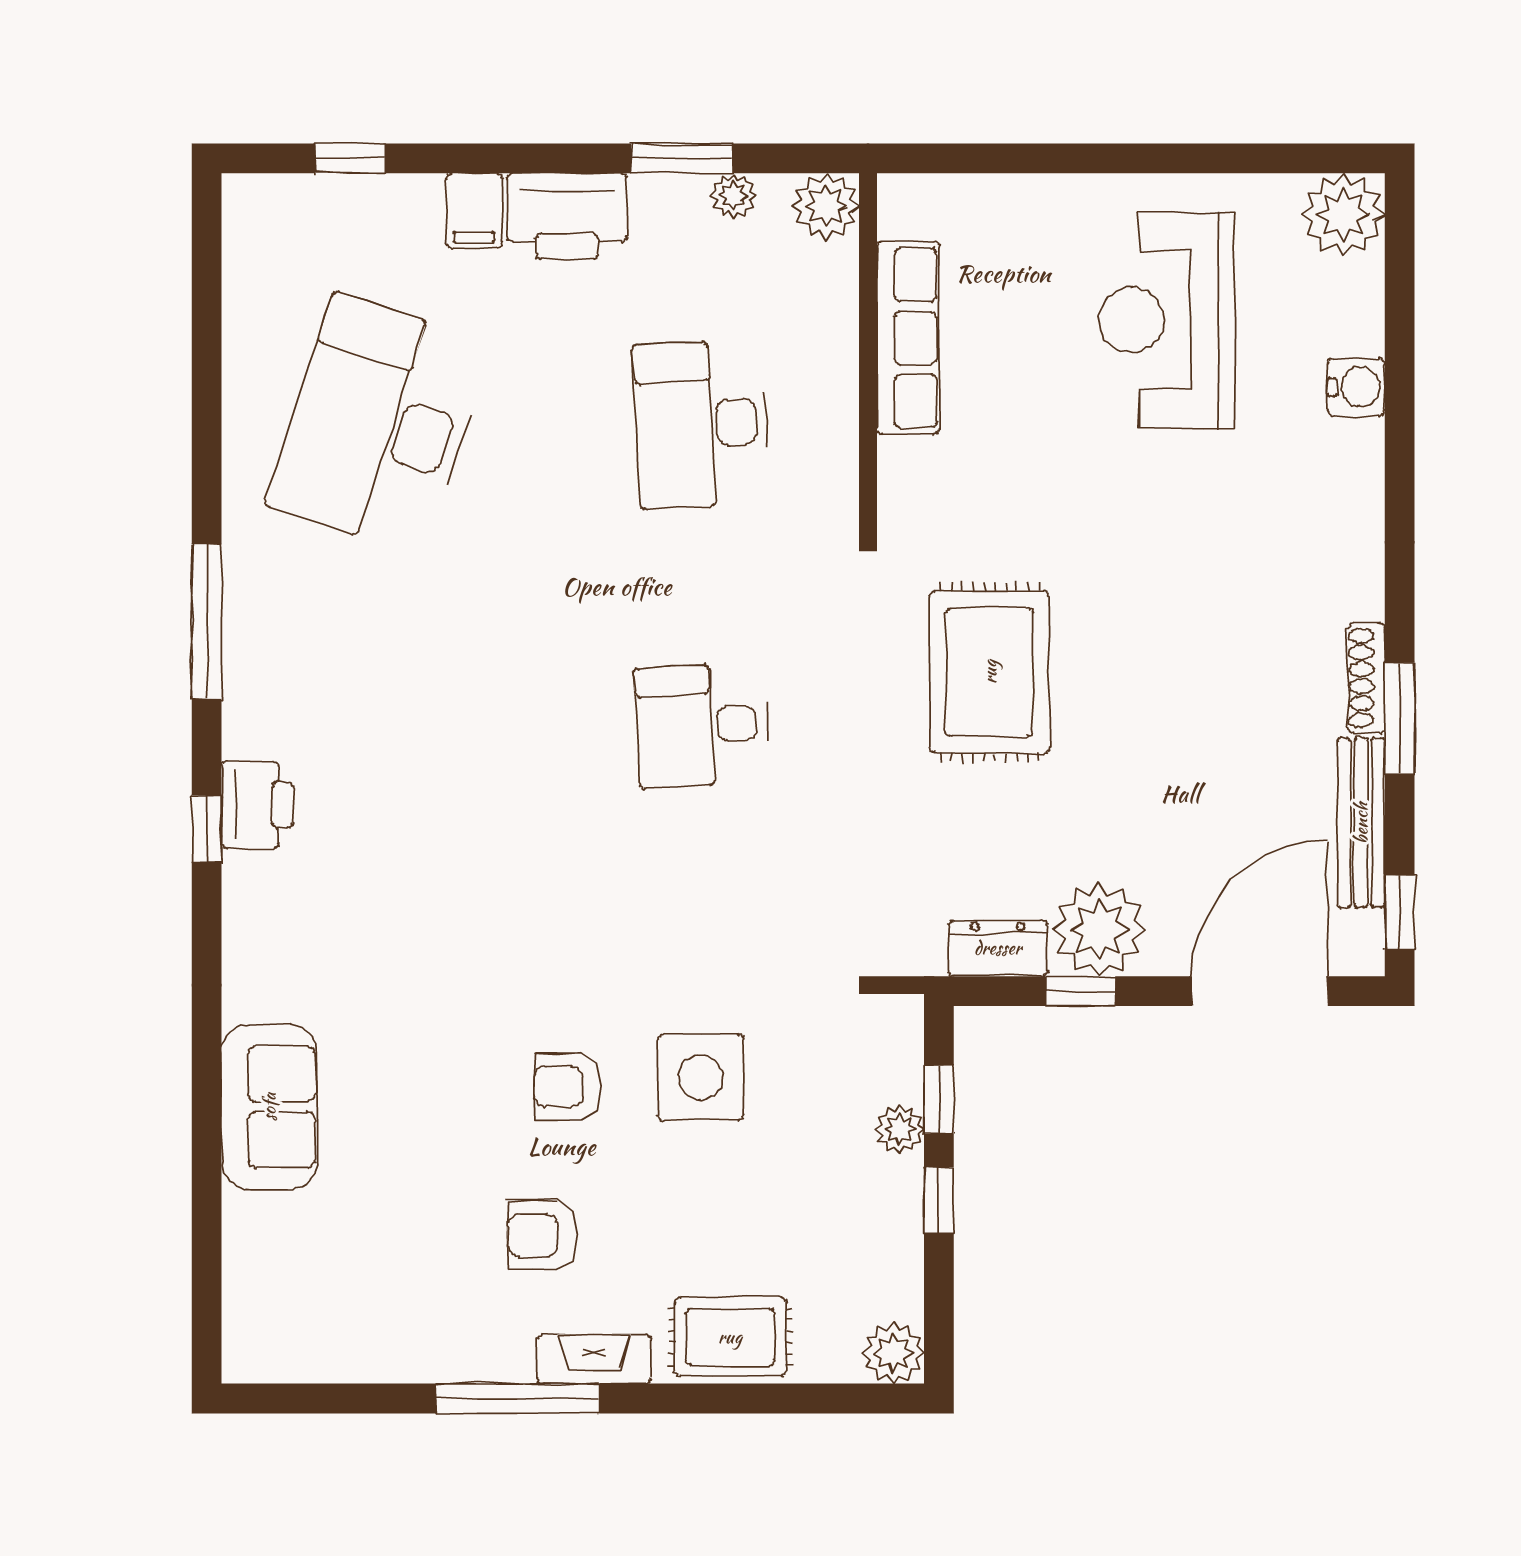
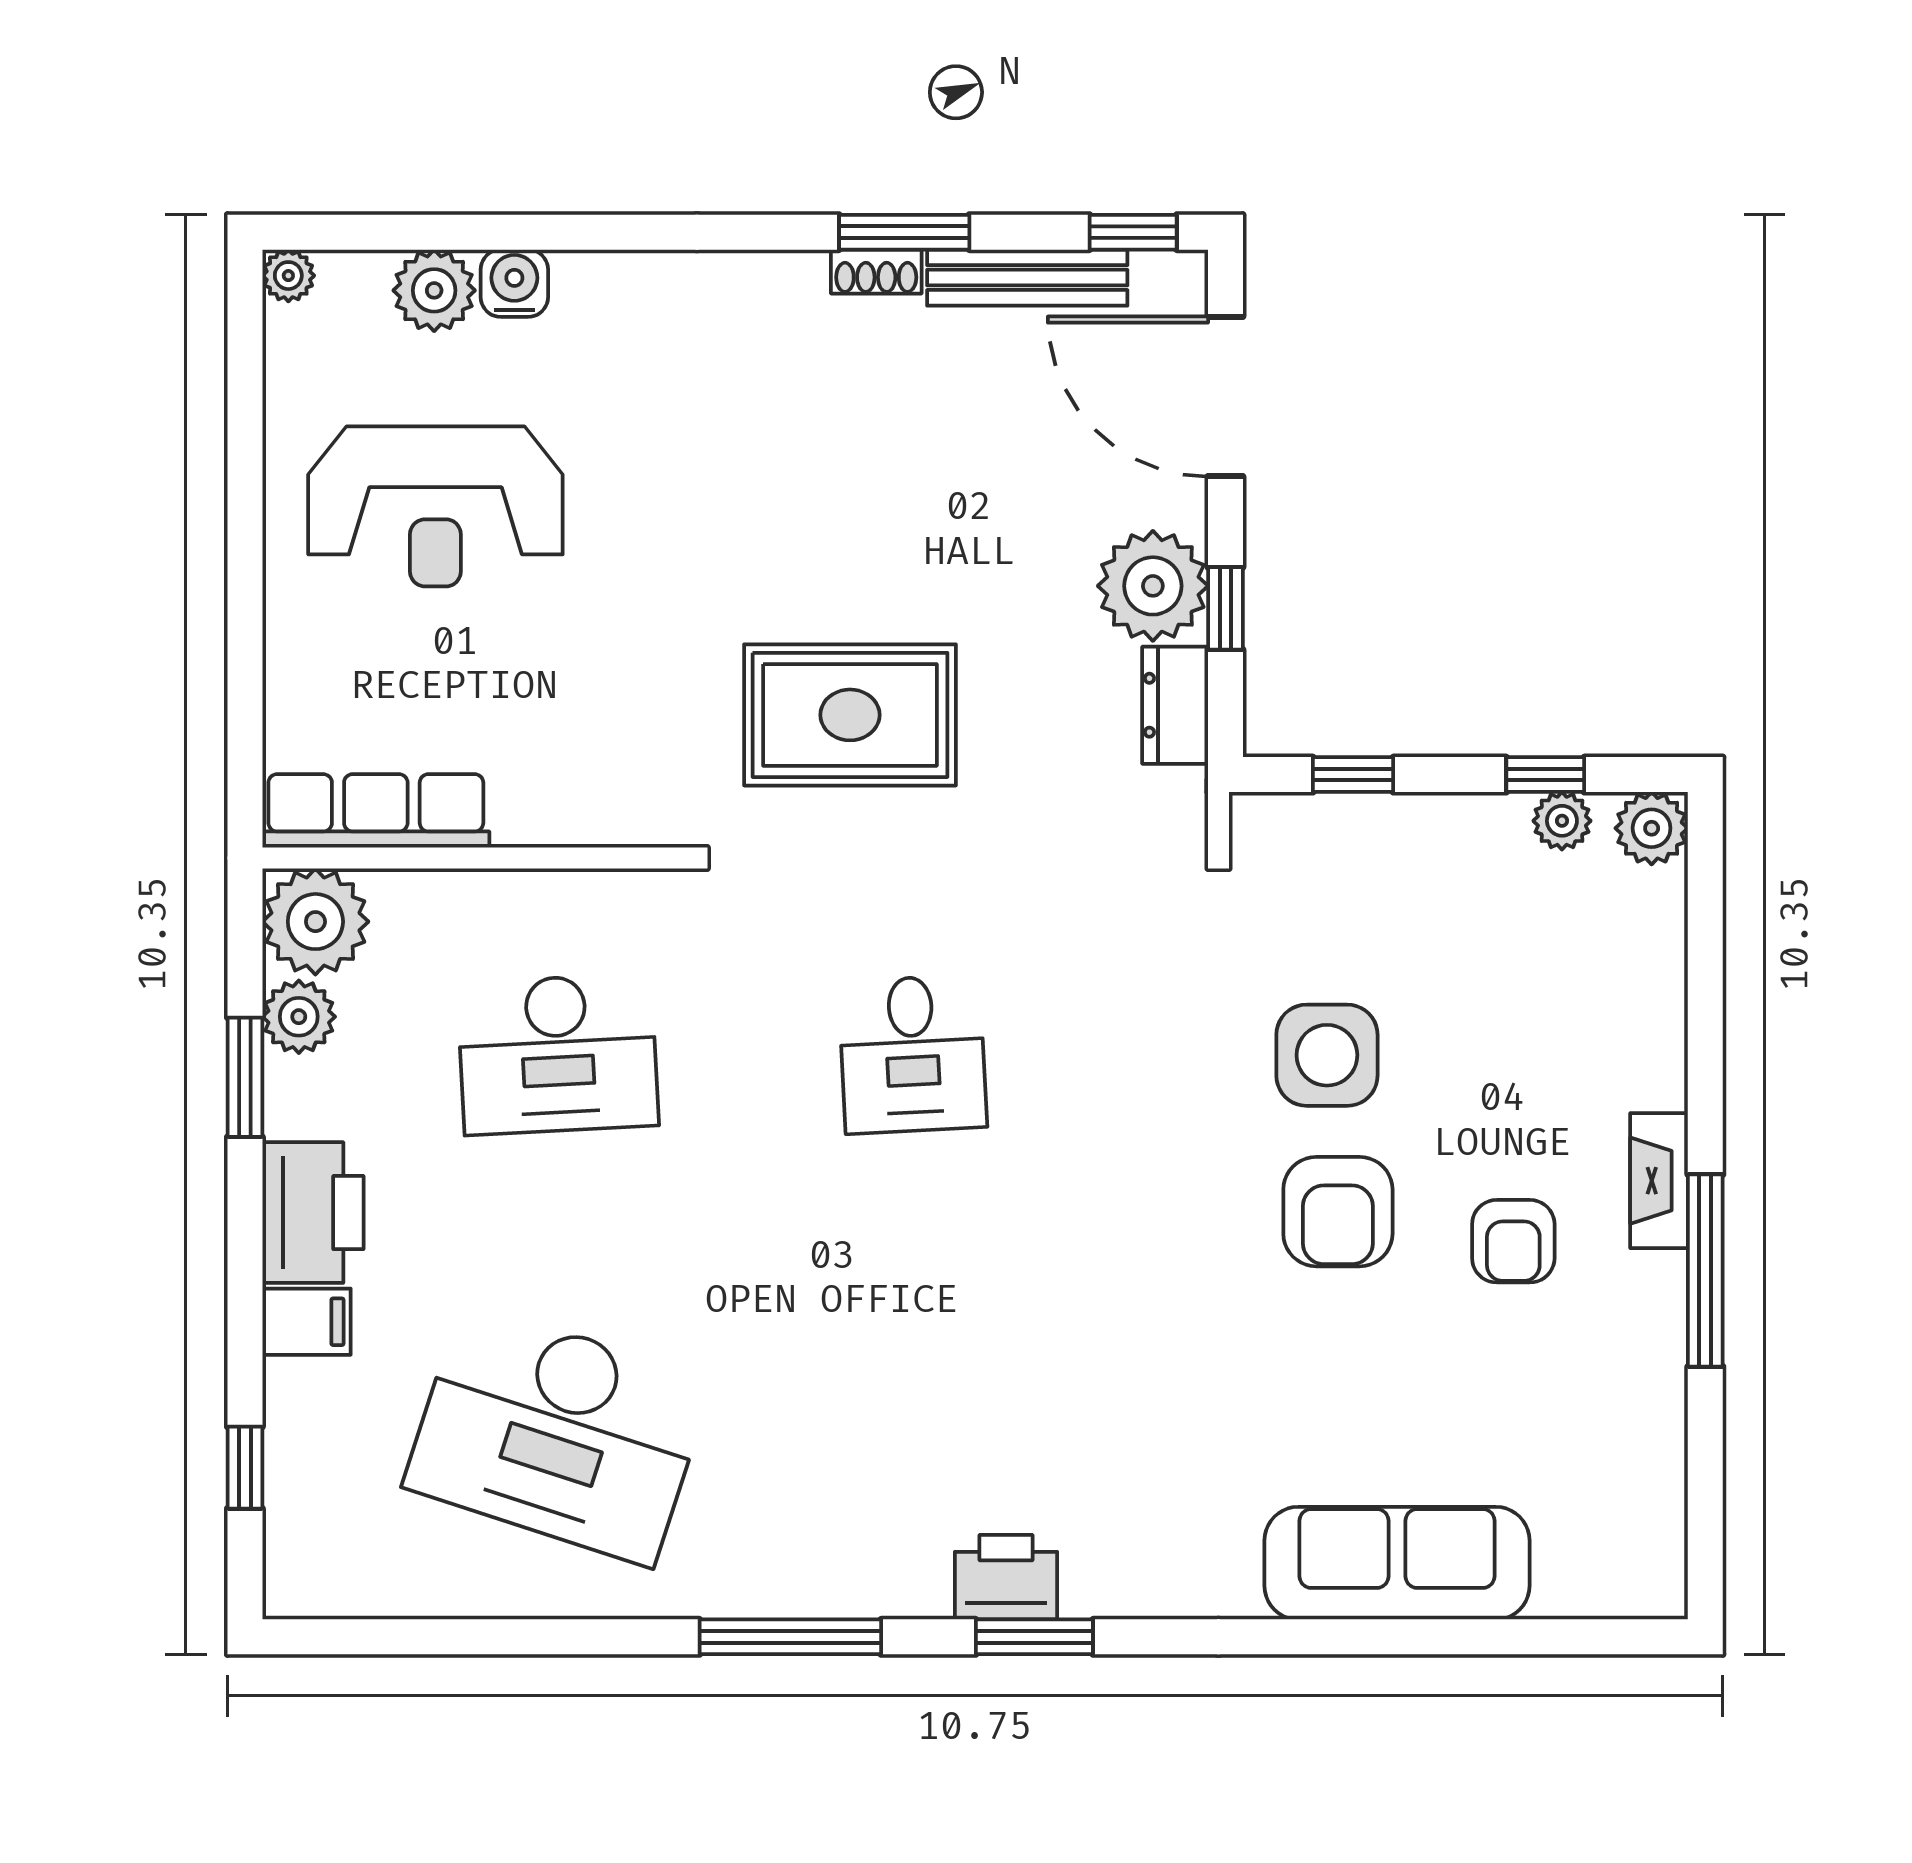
plant: (733, 196) -> (299, 1017), width x1.38, depth x1.38
plant: (826, 206) -> (315, 922), width x1.36, depth x1.36
plant: (1343, 215) -> (288, 276), width x0.53, depth x0.53
plant: (1350, 319) -> (434, 290), added
row of seats: (908, 338) -> (376, 811), moved
shoe rack: (1366, 678) -> (876, 272), width x0.70
window: (207, 829) -> (1034, 1637), width x1.50
armchair: (568, 1087) -> (1338, 1212), width x1.38, depth x1.38
sofa: (269, 1107) -> (1397, 1563), width x1.36
plant: (900, 1129) -> (1562, 821), moved
window: (939, 1200) -> (1545, 775), moved
rug: (730, 1337) -> (1633, 1020), removed

